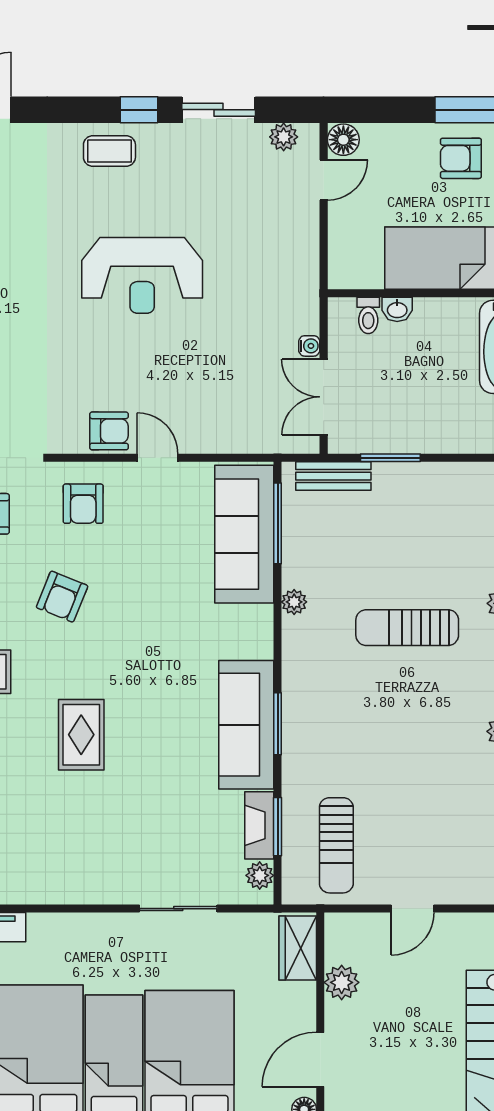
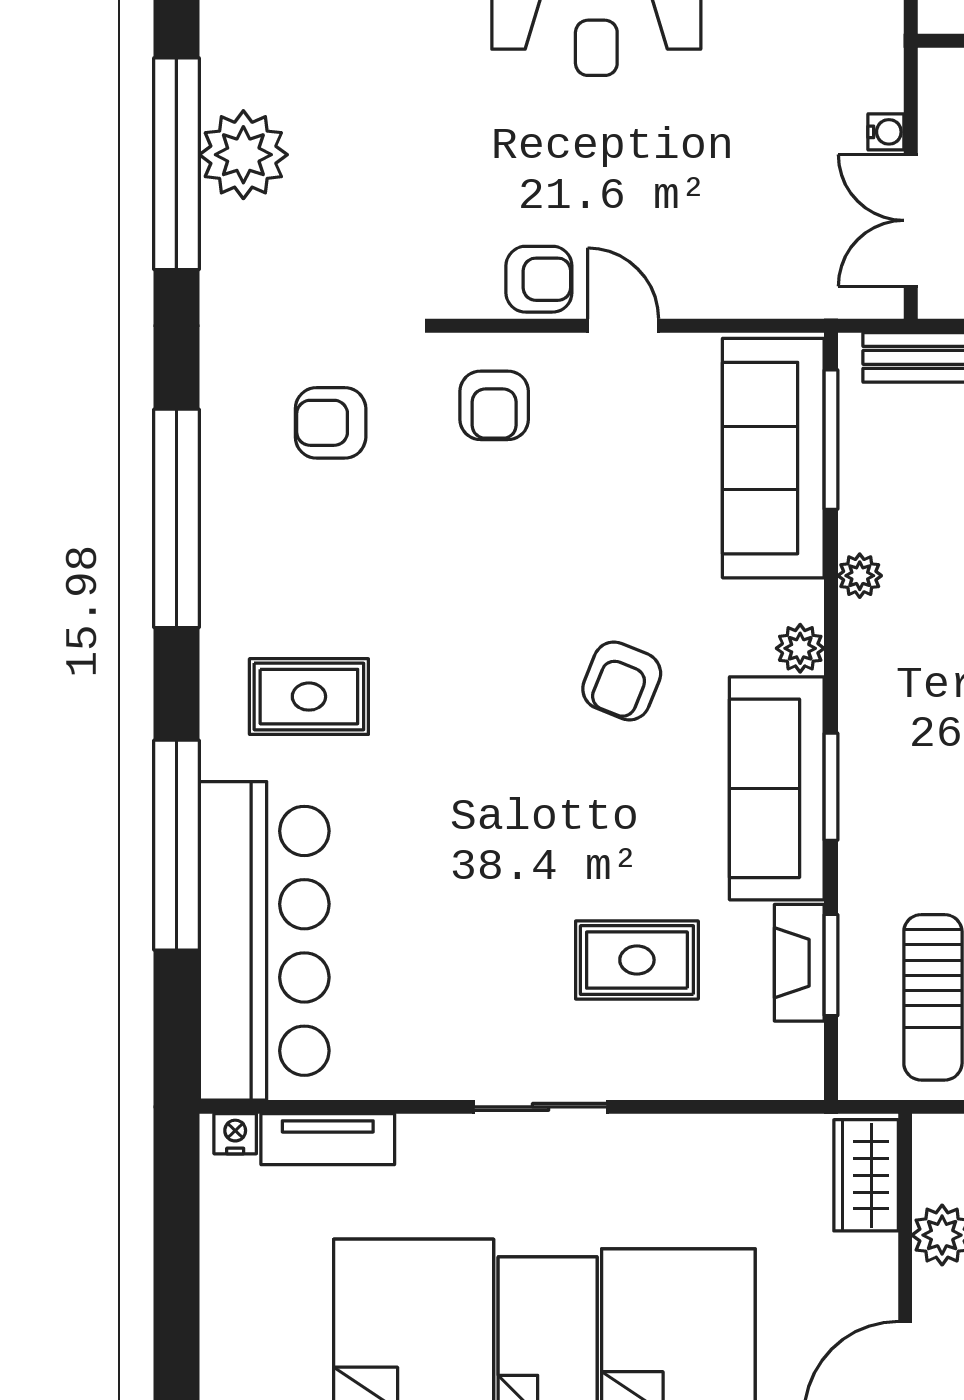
armchair: (62, 597) -> (622, 681), moved
rug: (81, 735) -> (637, 960), moved, turned 90
plant: (260, 875) -> (800, 648), moved
sliding door: (178, 909) -> (541, 1107), moved

